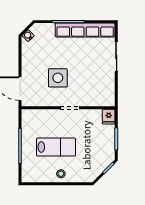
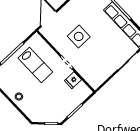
fridge: (109, 117) -> (73, 80), moved
lab bench: (56, 147) -> (35, 65), moved

